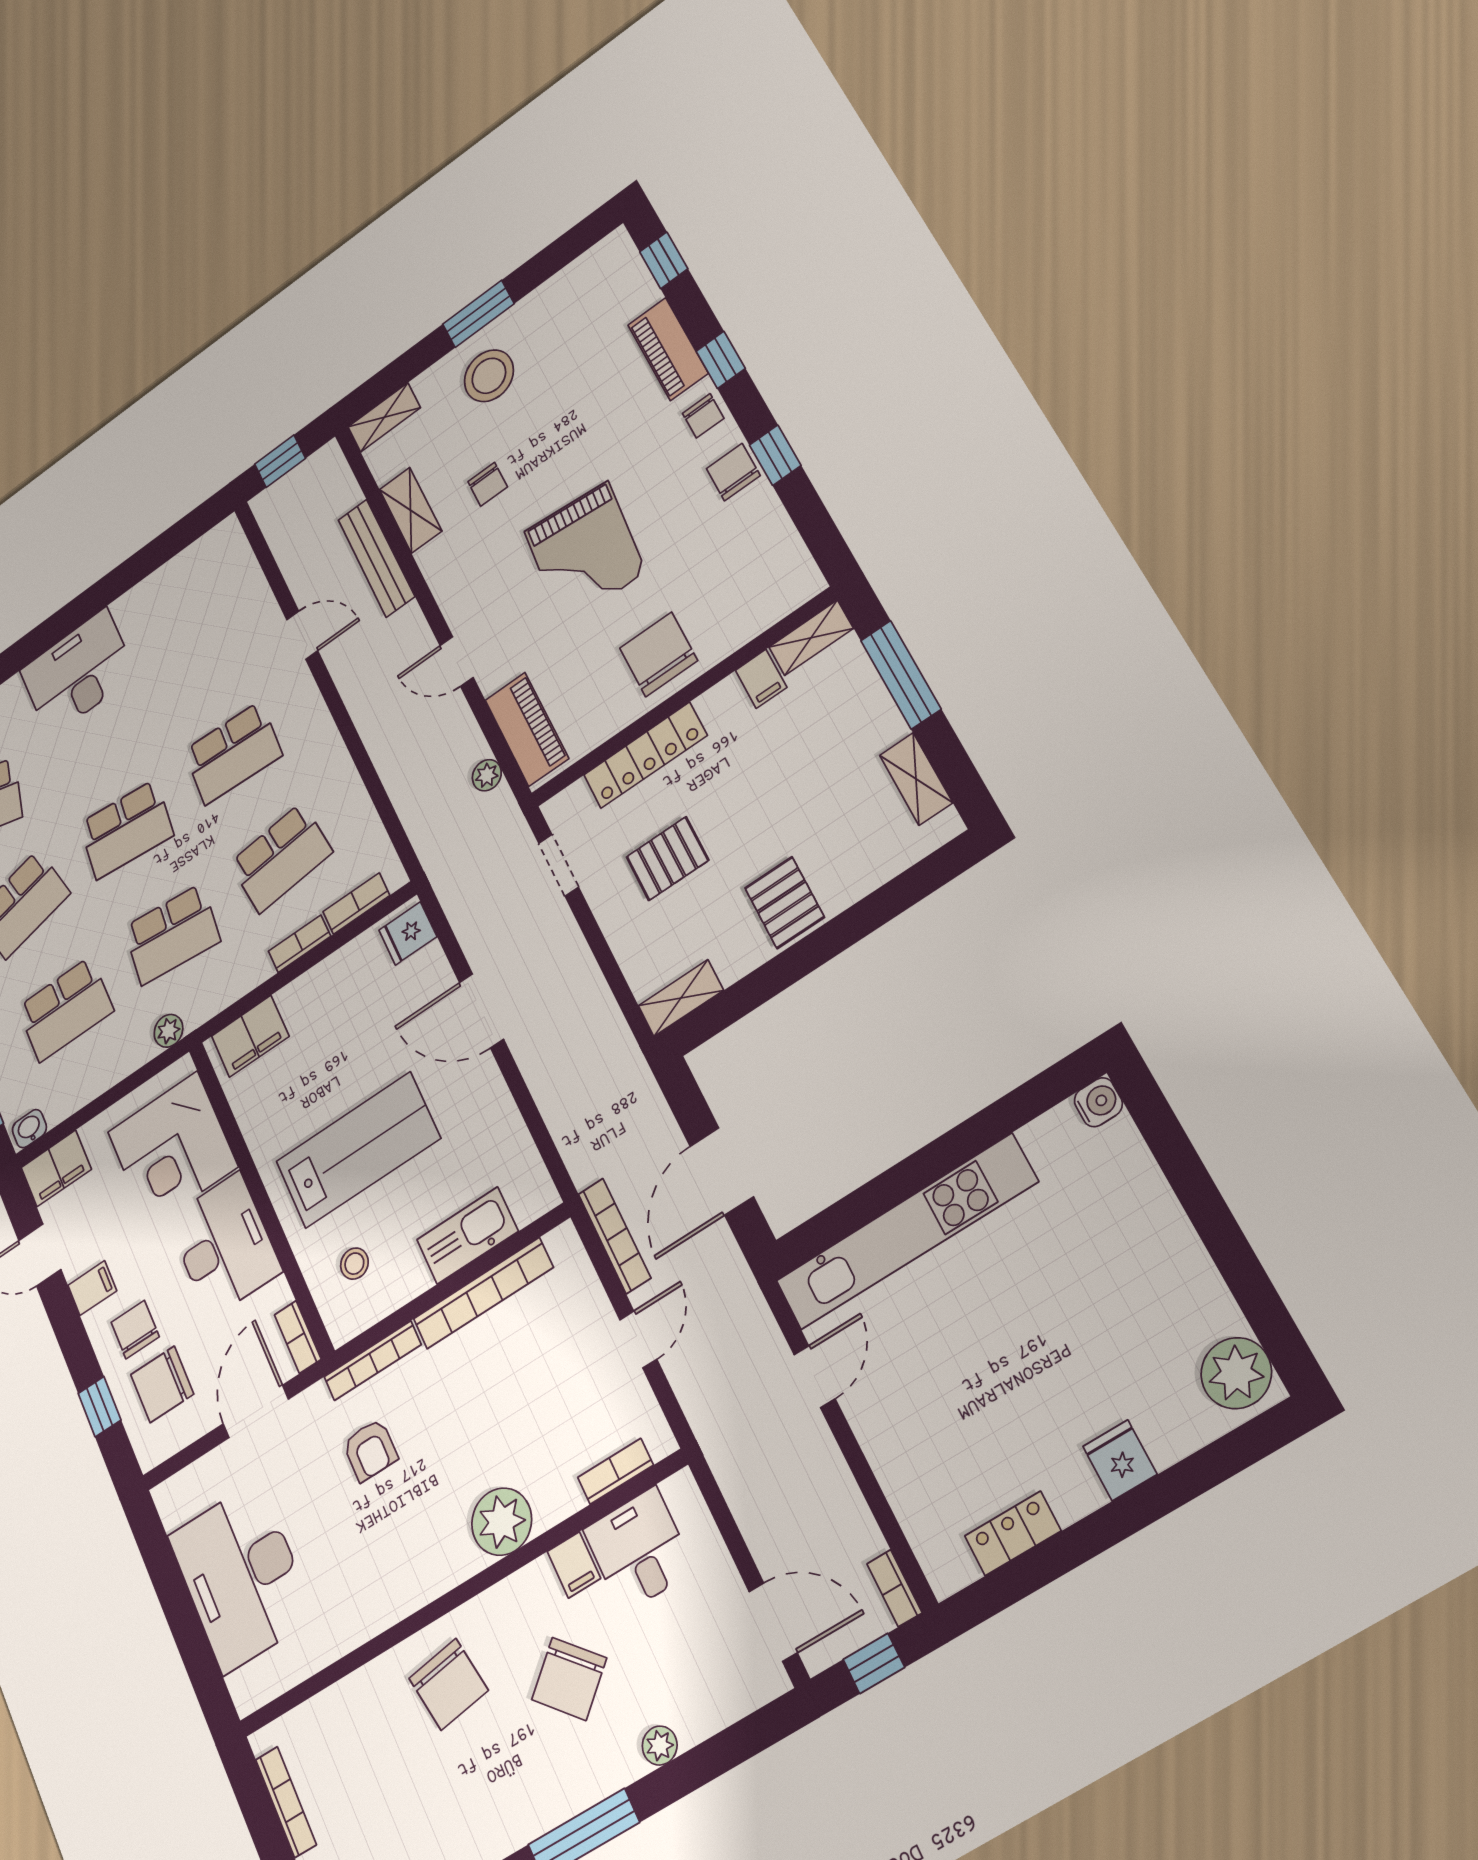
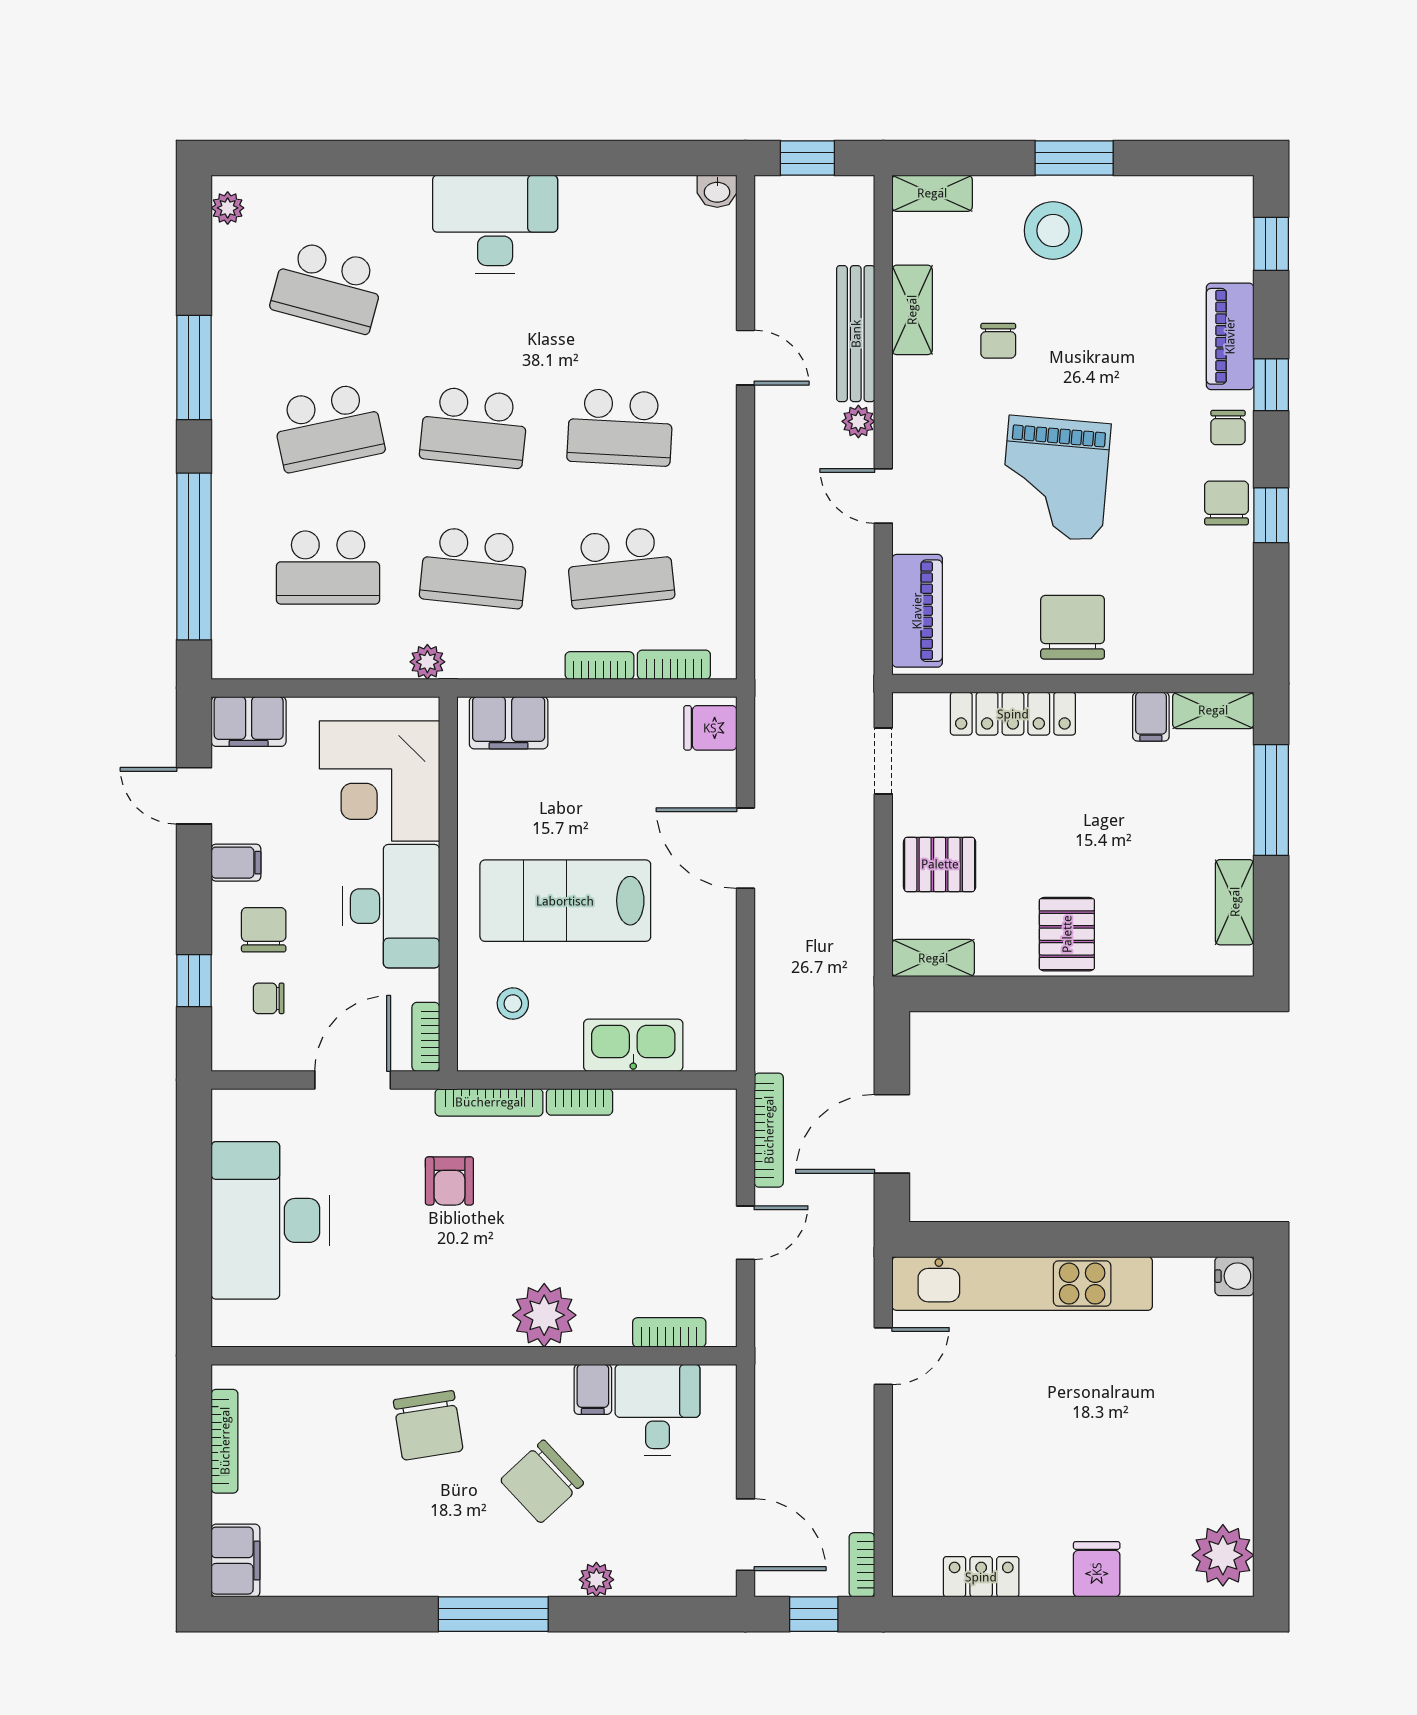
plant: (487, 775) -> (858, 421), moved
pallet: (667, 859) -> (940, 864), moved
washbasin: (29, 1129) -> (717, 191), moved, turned 180
lab bench: (358, 1150) -> (565, 901), turned 180
bookcase: (483, 1293) -> (580, 1102), width x0.43, depth x0.76
chair: (162, 1384) -> (269, 998), width x0.54, depth x0.54

